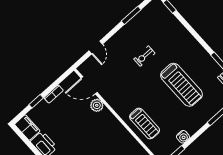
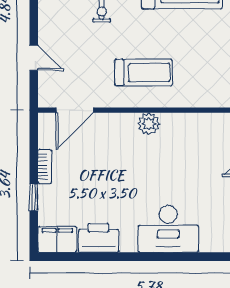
plant: (97, 105) -> (149, 124), moved
treadmill: (145, 123) -> (143, 72), moved

